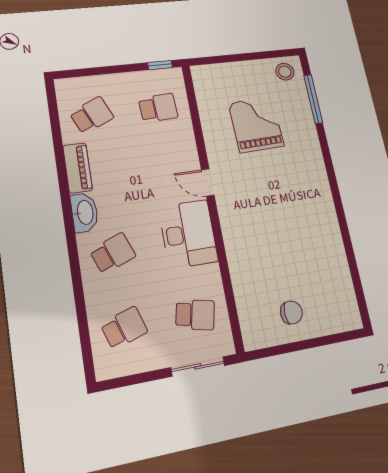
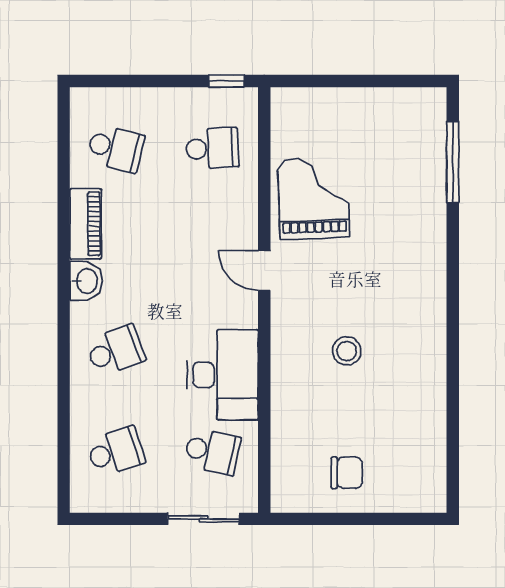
stool: (285, 72) -> (347, 351), moved
school desk: (92, 115) -> (116, 148), turned 39
grand piano: (256, 125) -> (314, 198), moved
washbasin: (84, 212) -> (86, 281), width x0.72
desk: (188, 234) -> (223, 375), moved

